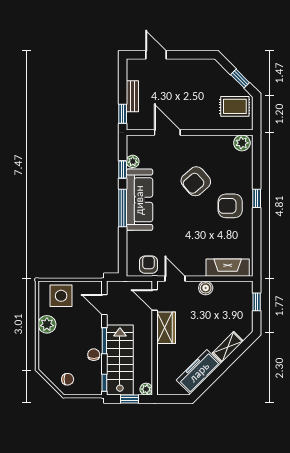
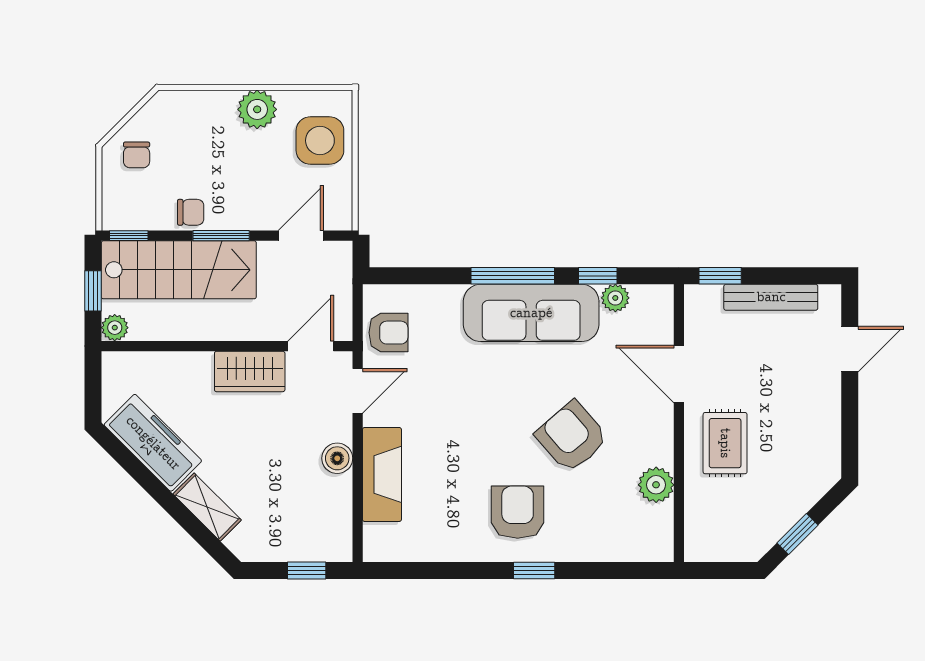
bench: (132, 96) -> (771, 297), width x1.36
rug: (235, 106) -> (725, 443), moved
door: (167, 132) -> (679, 374), swing flipped
plant: (242, 143) -> (656, 485), moved
fireplace: (228, 268) -> (382, 474), moved

